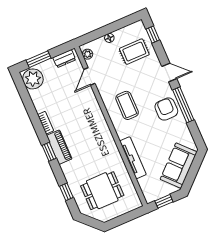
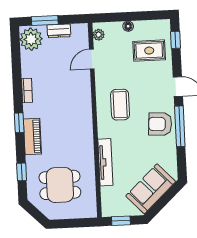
dresser: (64, 59) -> (59, 31), moved
armchair: (166, 109) -> (160, 124), turned -86
piano: (59, 147) -> (32, 136), moved

